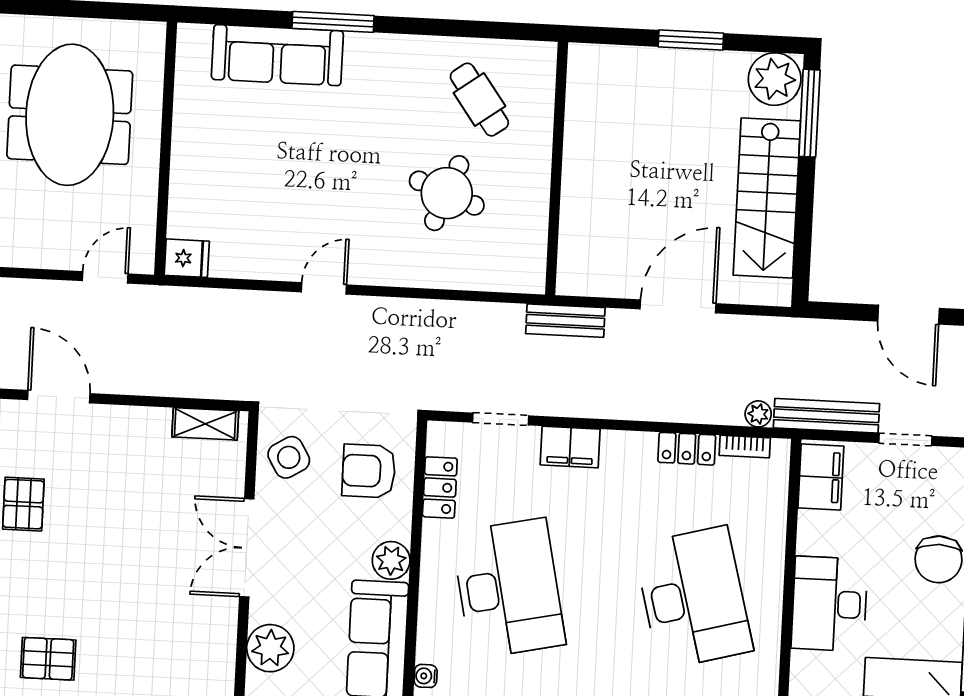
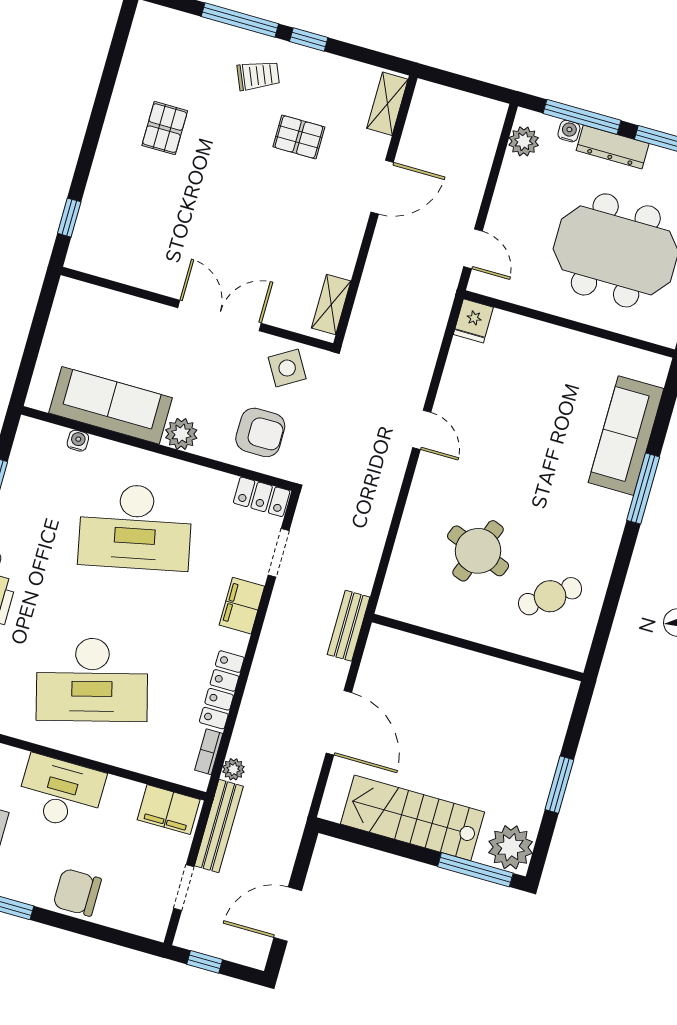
locker: (687, 449) -> (222, 690), width x1.53
armchair: (369, 471) -> (260, 432), turned 90
locker: (440, 487) -> (262, 497), moved
plant: (270, 648) -> (131, 316), removed

